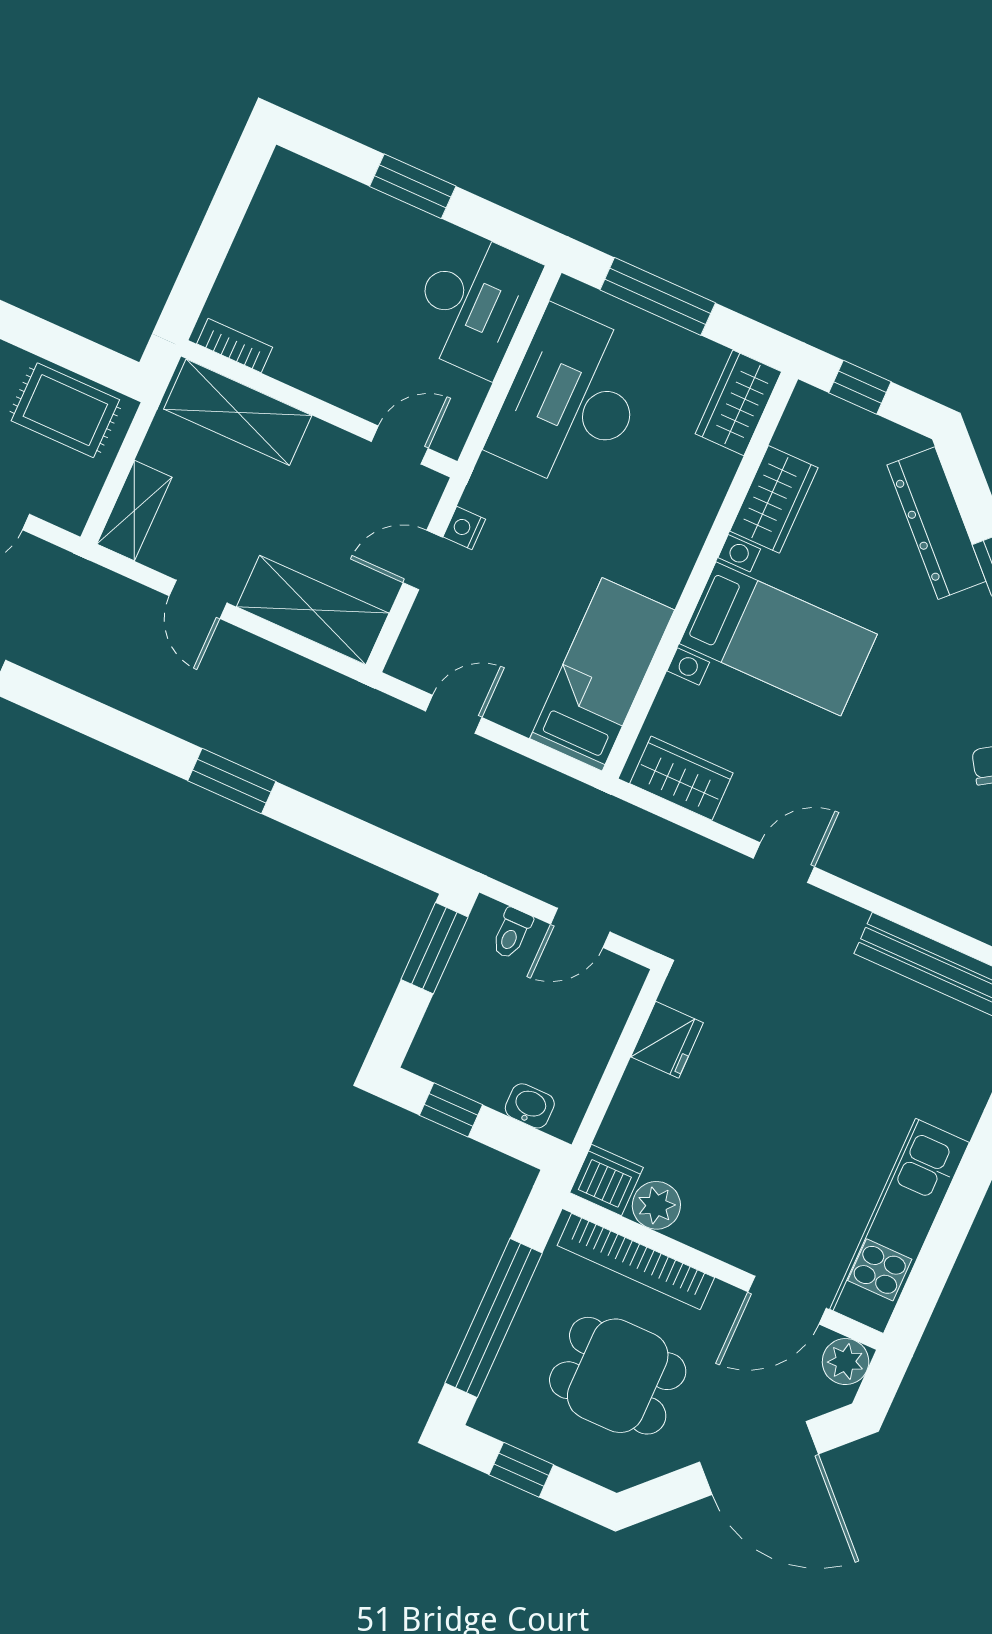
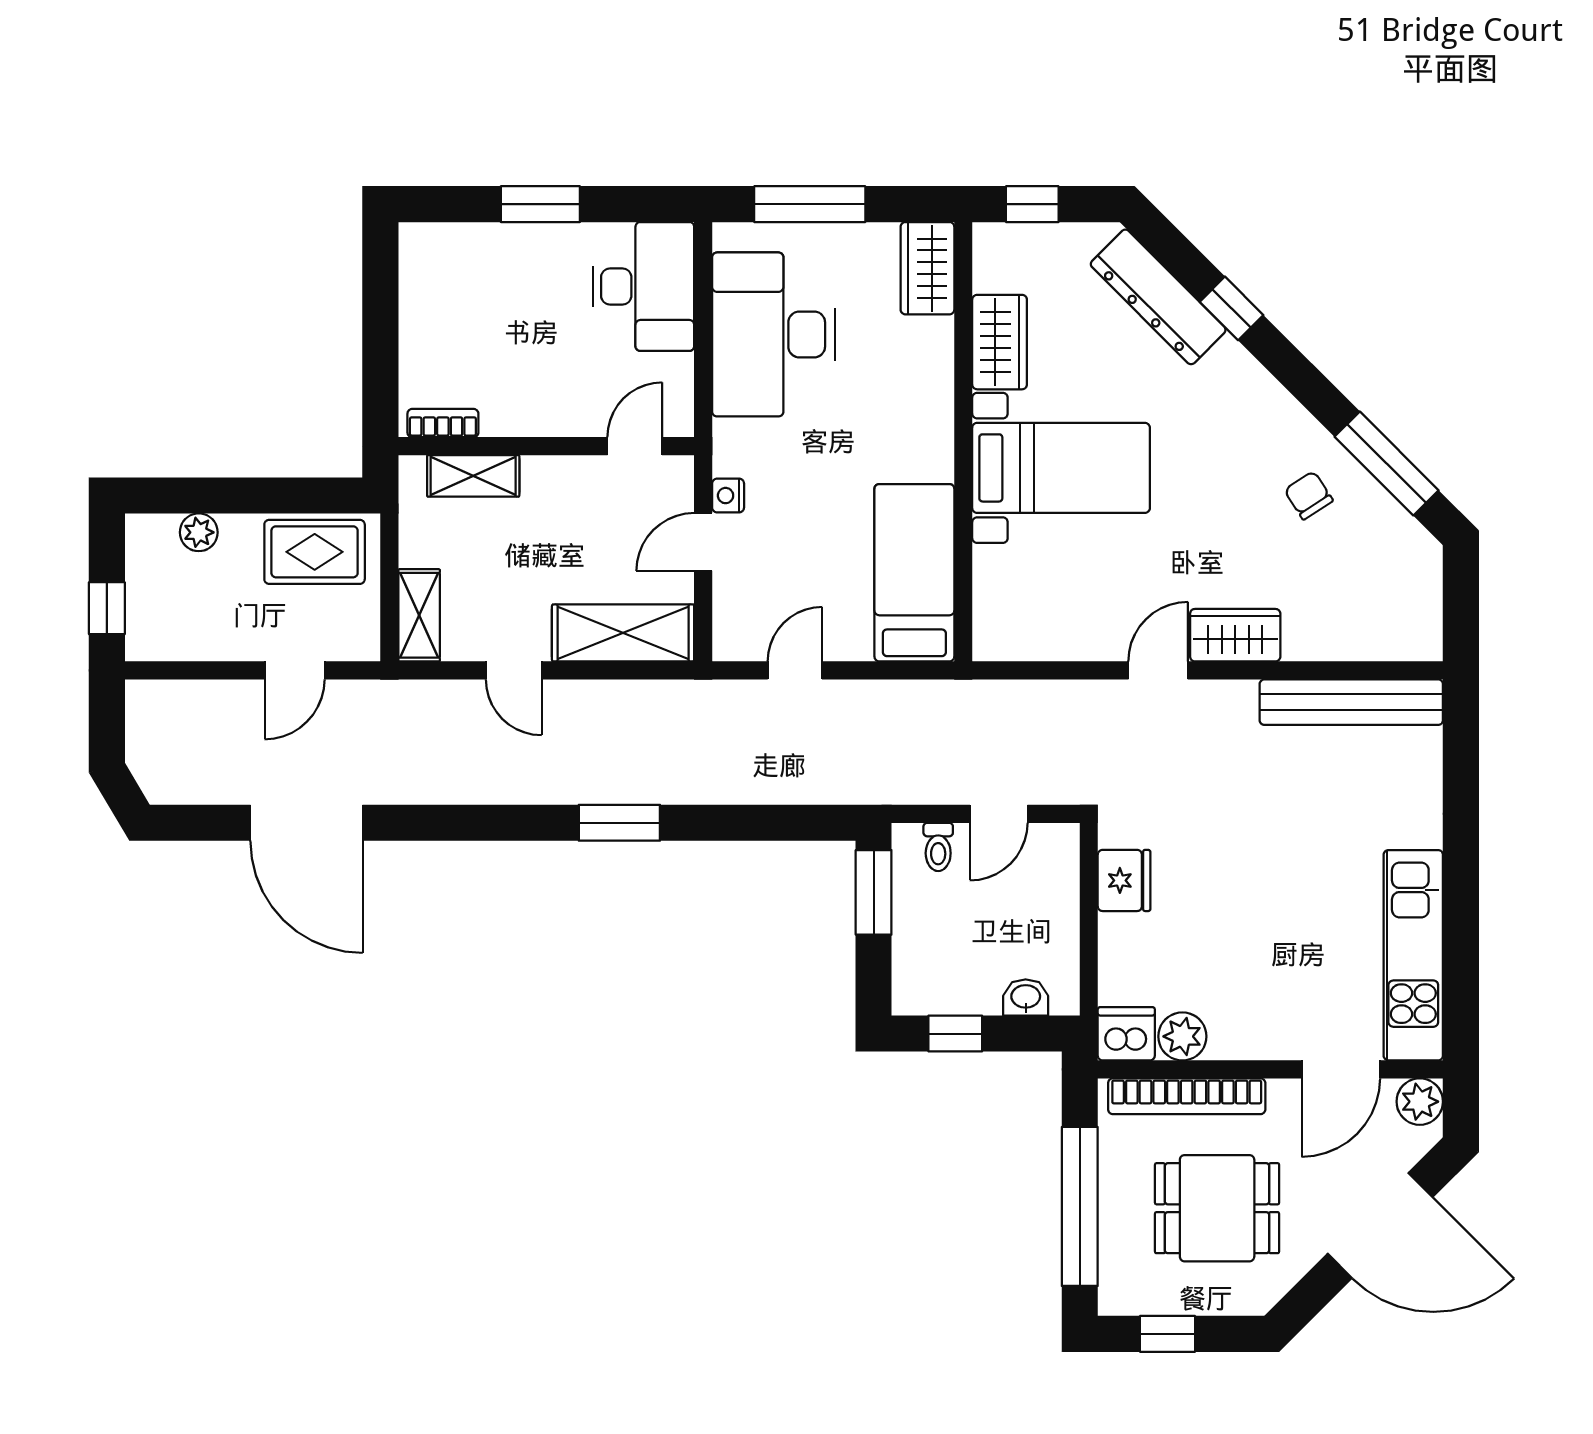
shelving: (238, 412) -> (473, 476), width x0.67, depth x0.75
wardrobe: (681, 778) -> (1235, 635), moved

